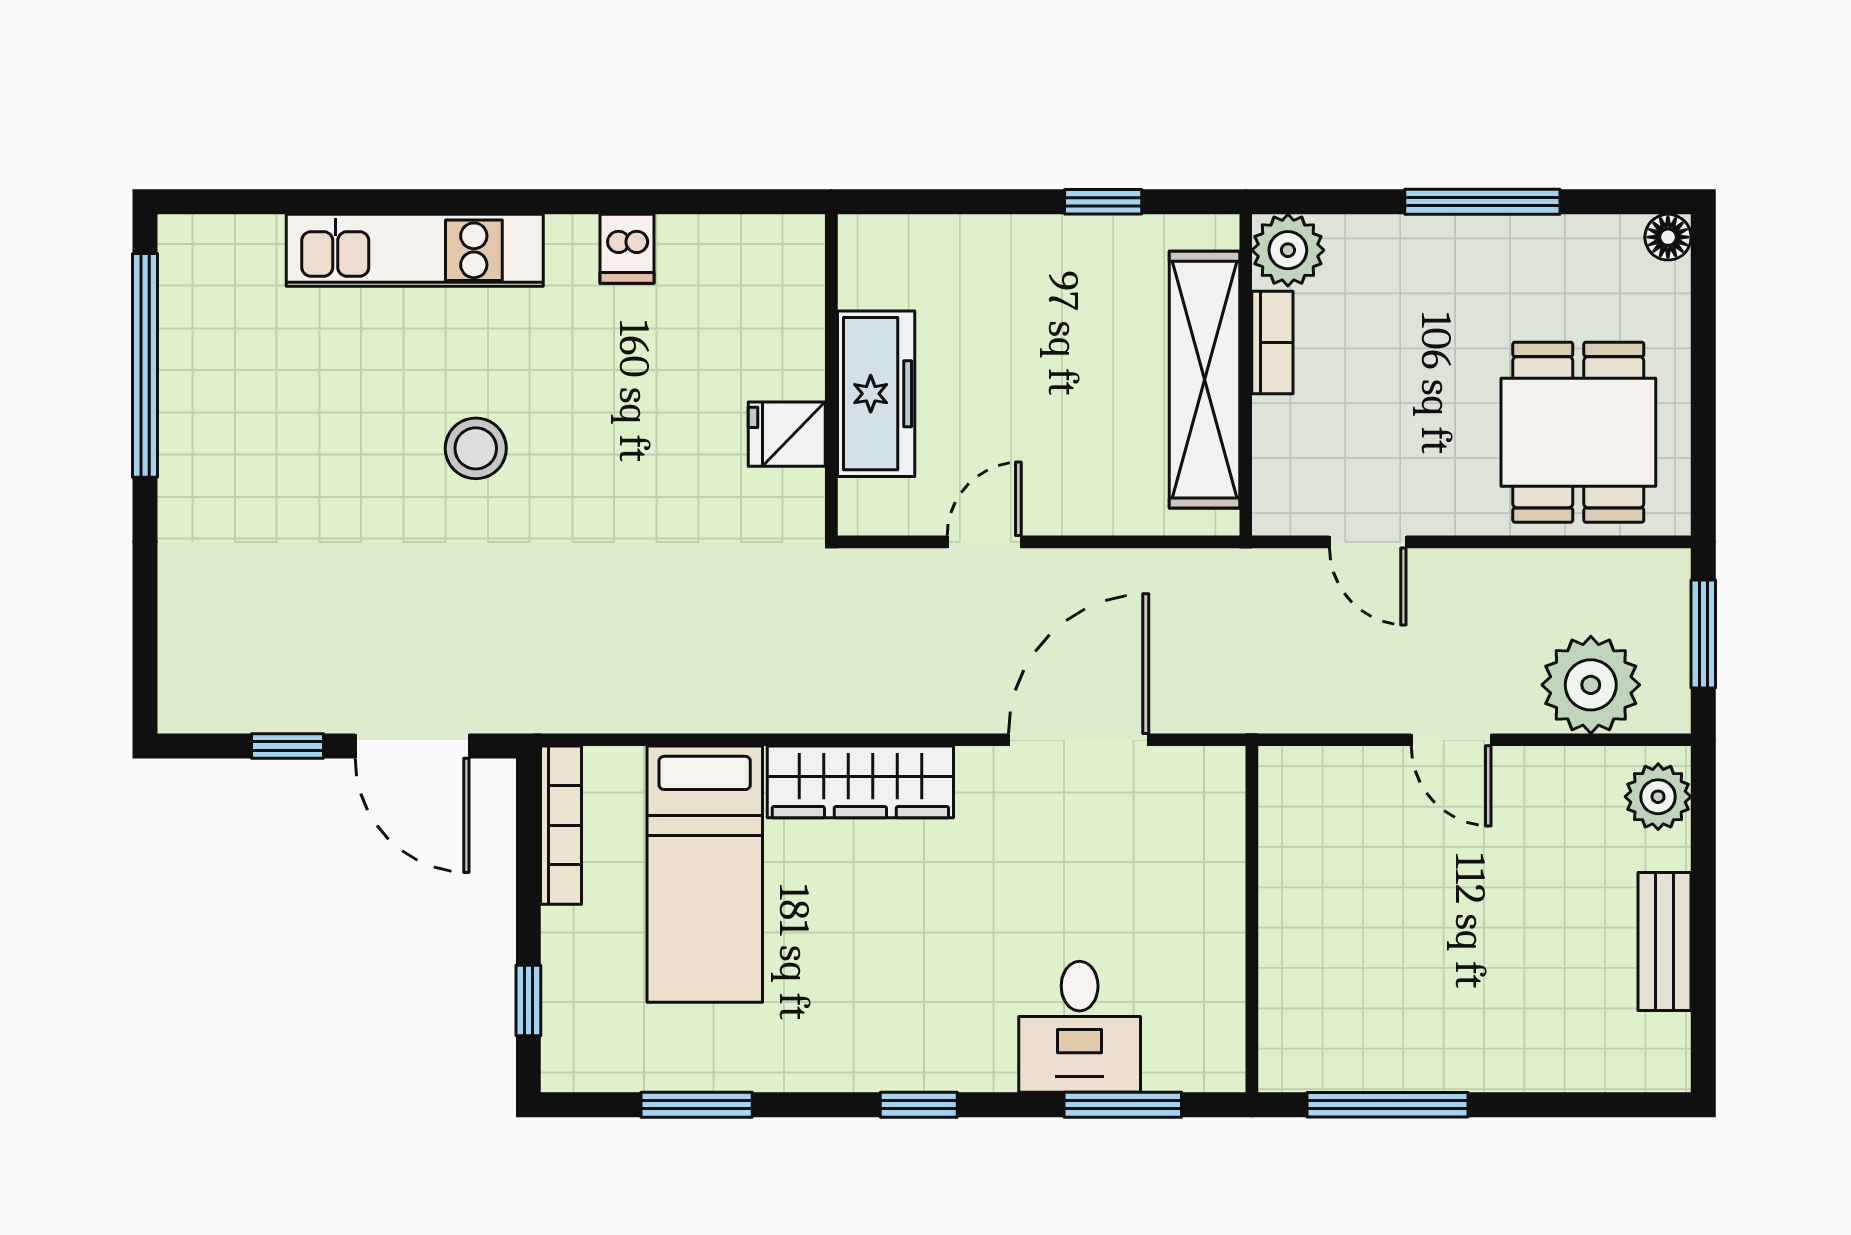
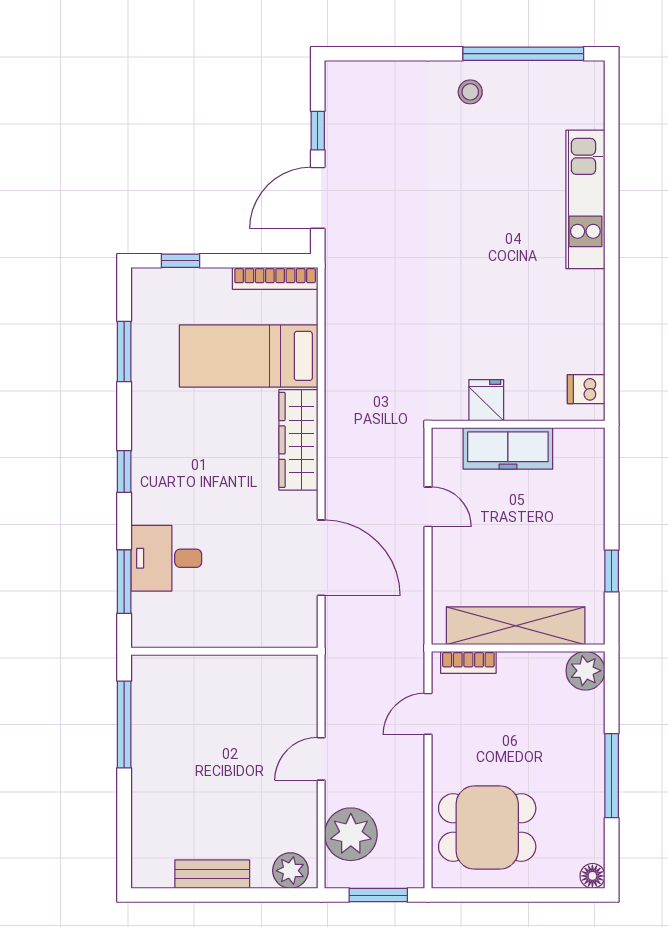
dishwasher: (627, 249) -> (586, 389), moved
bookcase: (1272, 342) -> (468, 662), moved
stool: (476, 448) -> (470, 92), moved, width x0.73, depth x0.73

